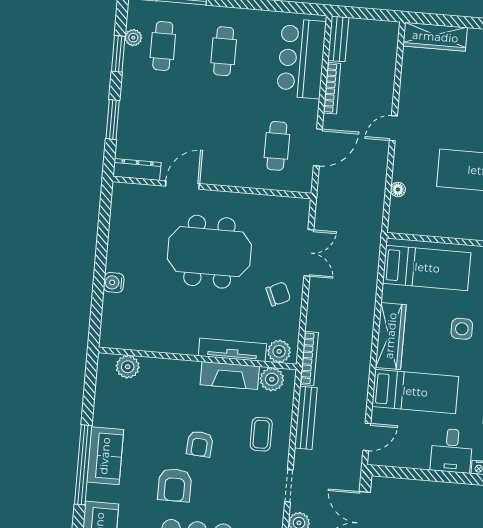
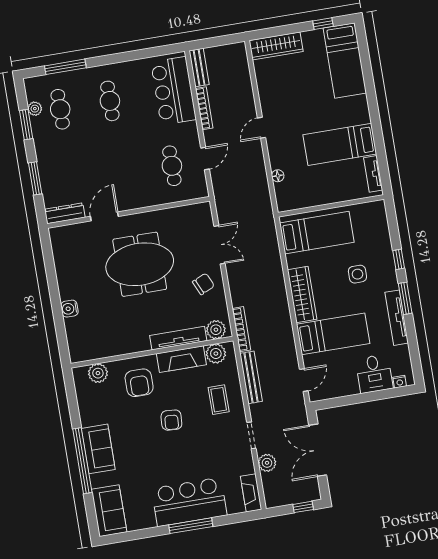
door: (318, 147) -> (205, 159), width x0.73
armchair: (175, 485) -> (139, 383), moved

